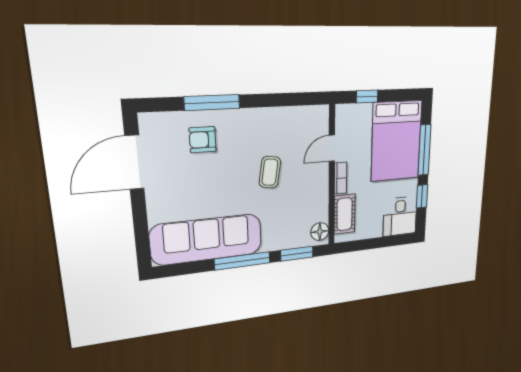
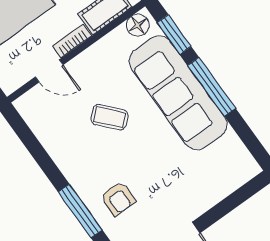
coffee table: (270, 172) -> (110, 117), turned 39
sofa: (207, 240) -> (178, 93), moved

